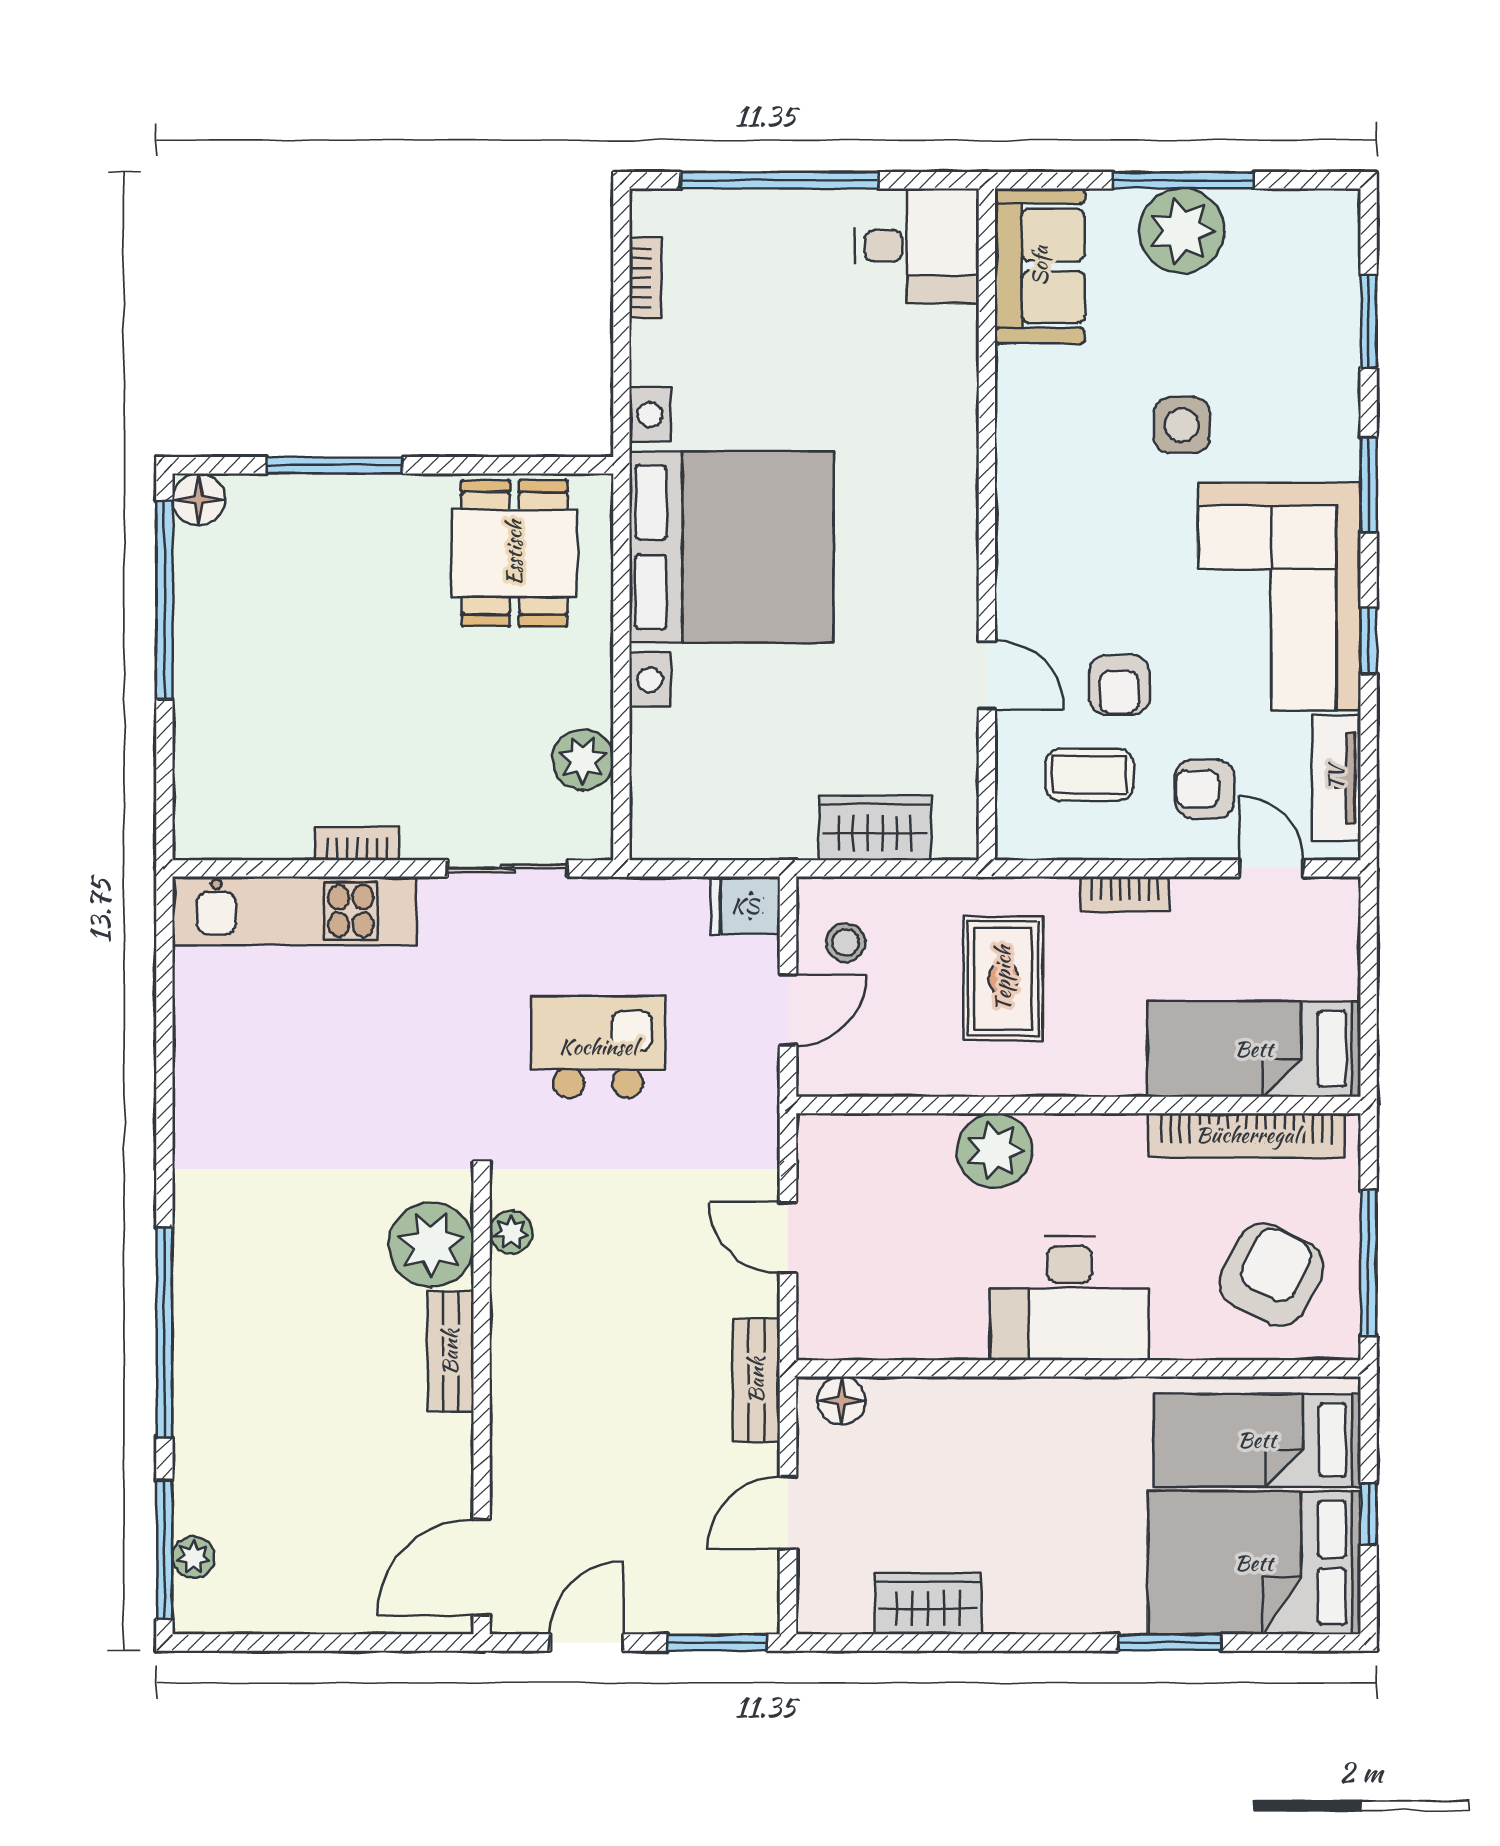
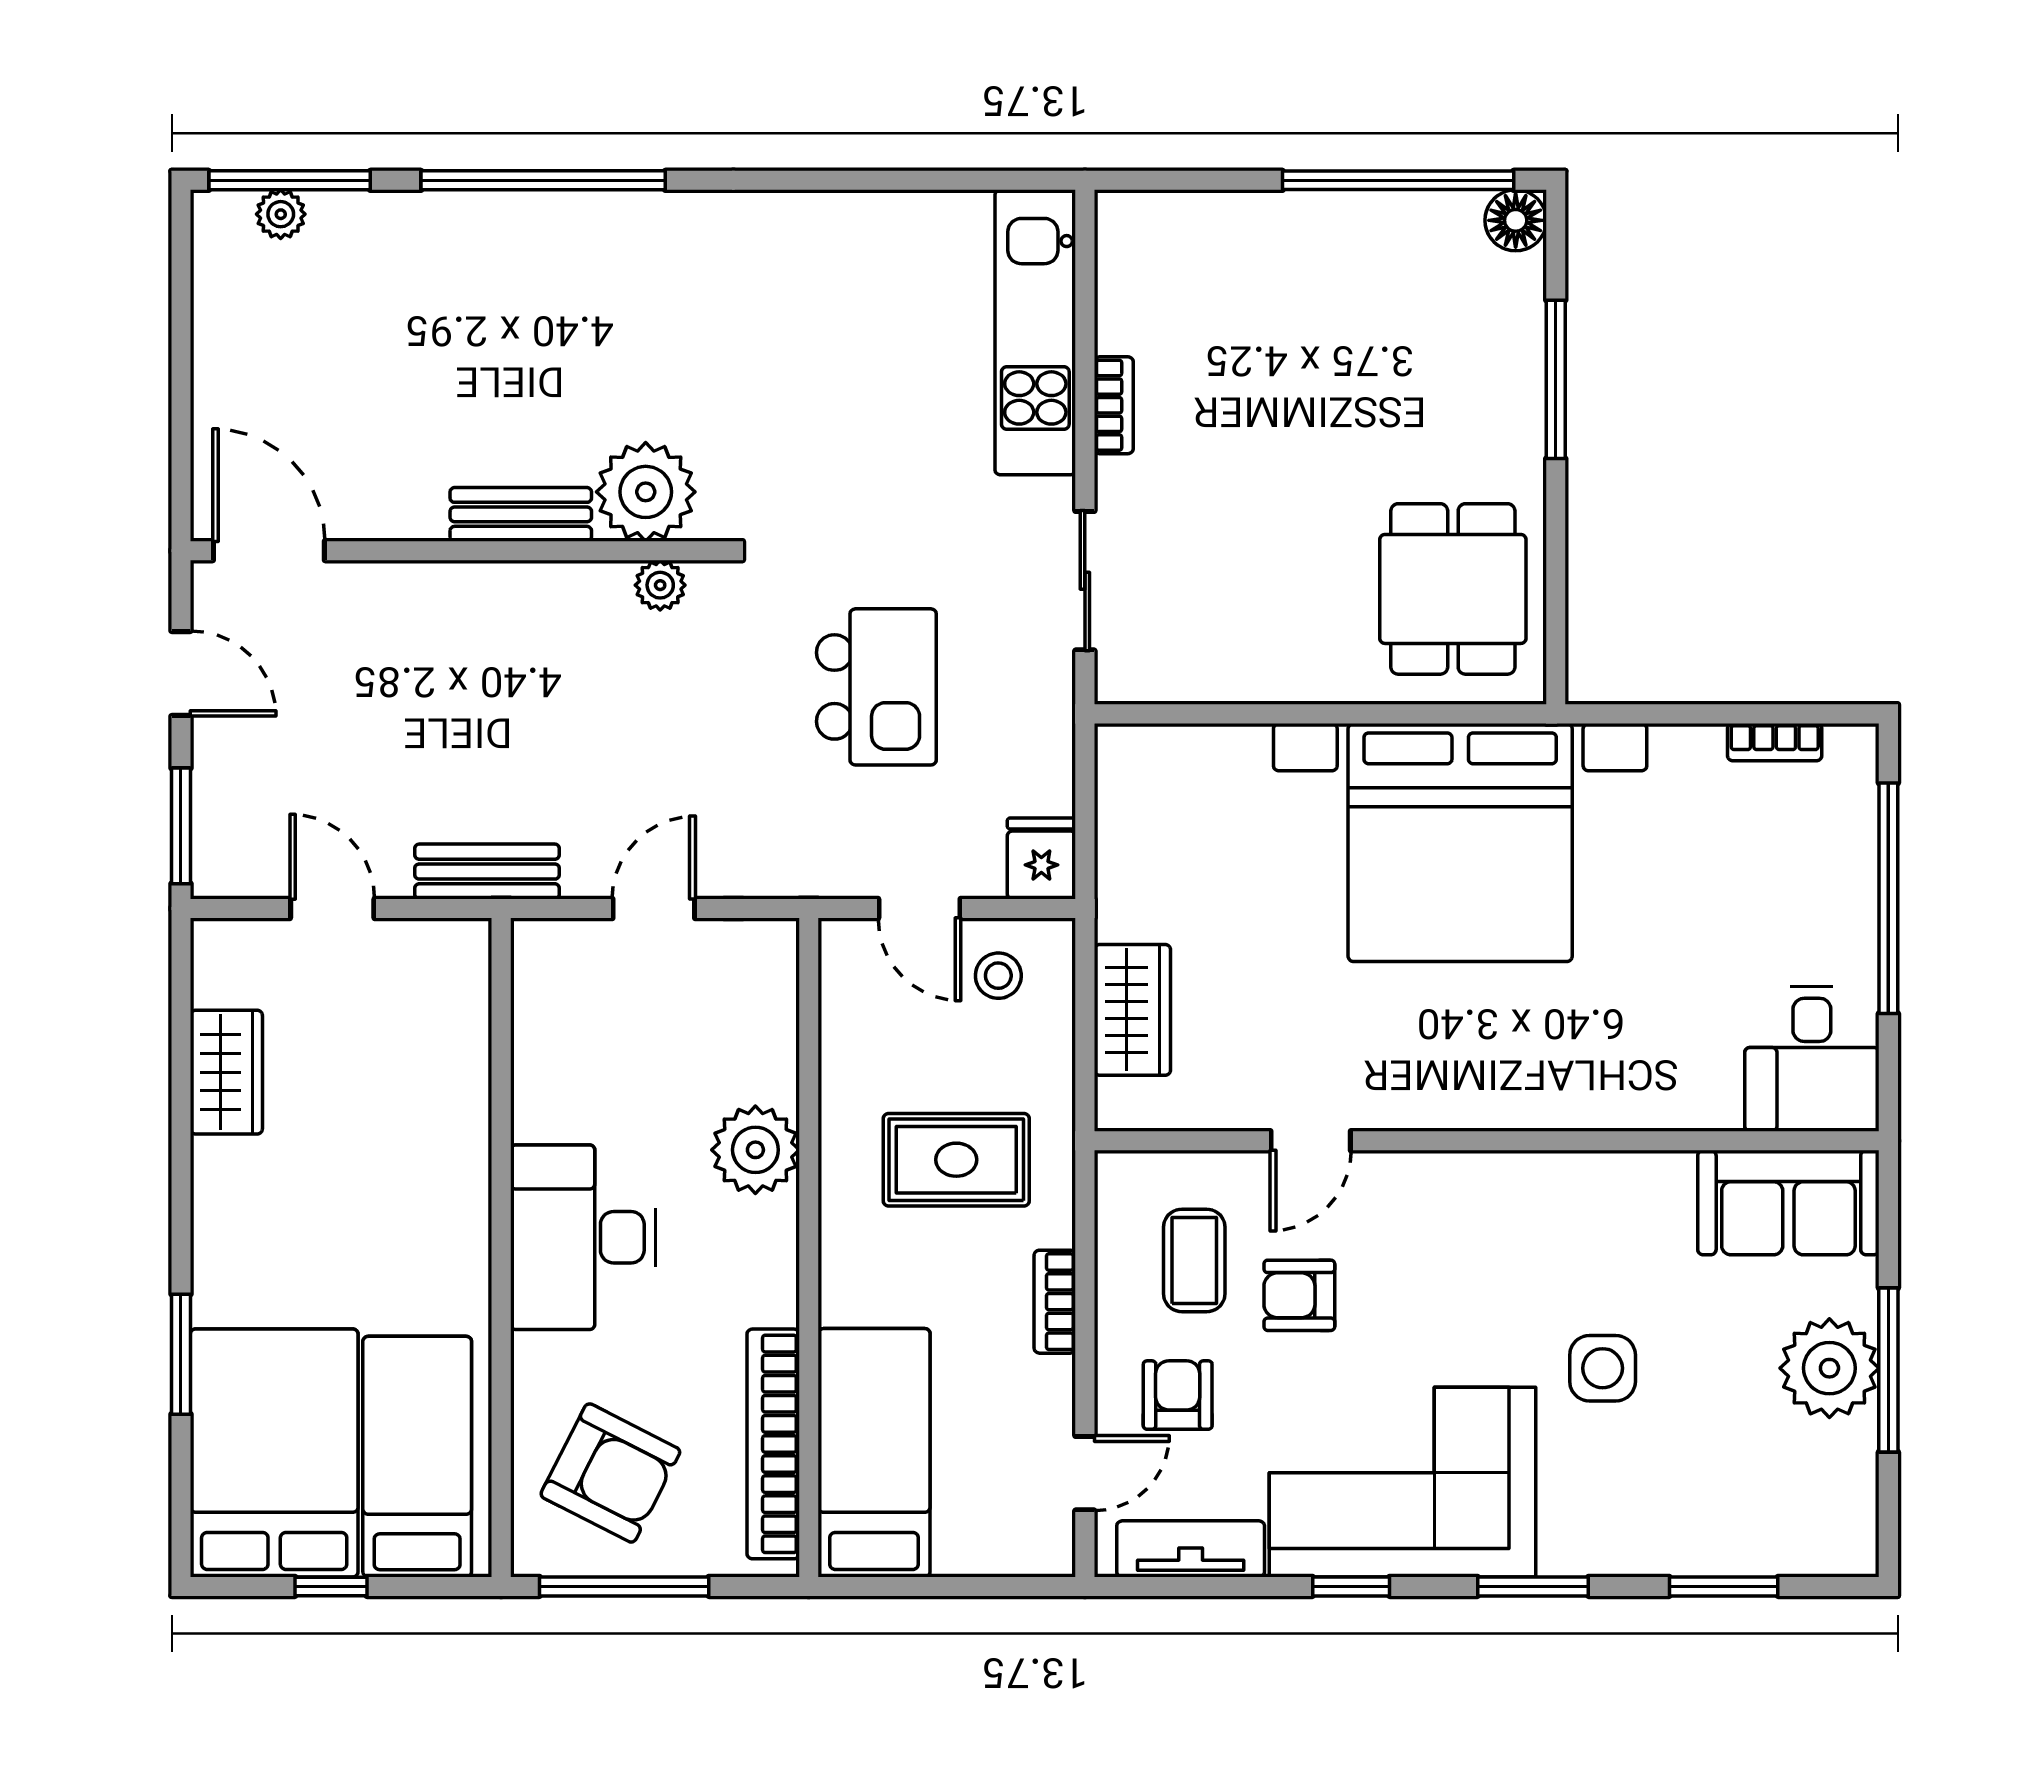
dining table: (514, 553) -> (1453, 589), turned 90
plant: (583, 760) -> (1212, 669), removed
floor lamp: (841, 1401) -> (464, 971), removed

